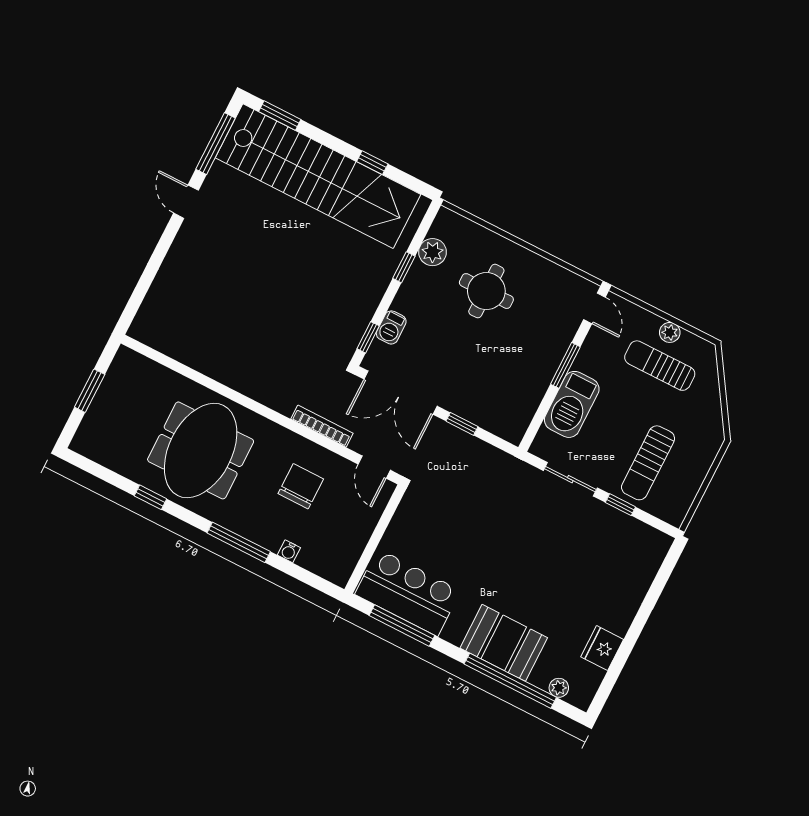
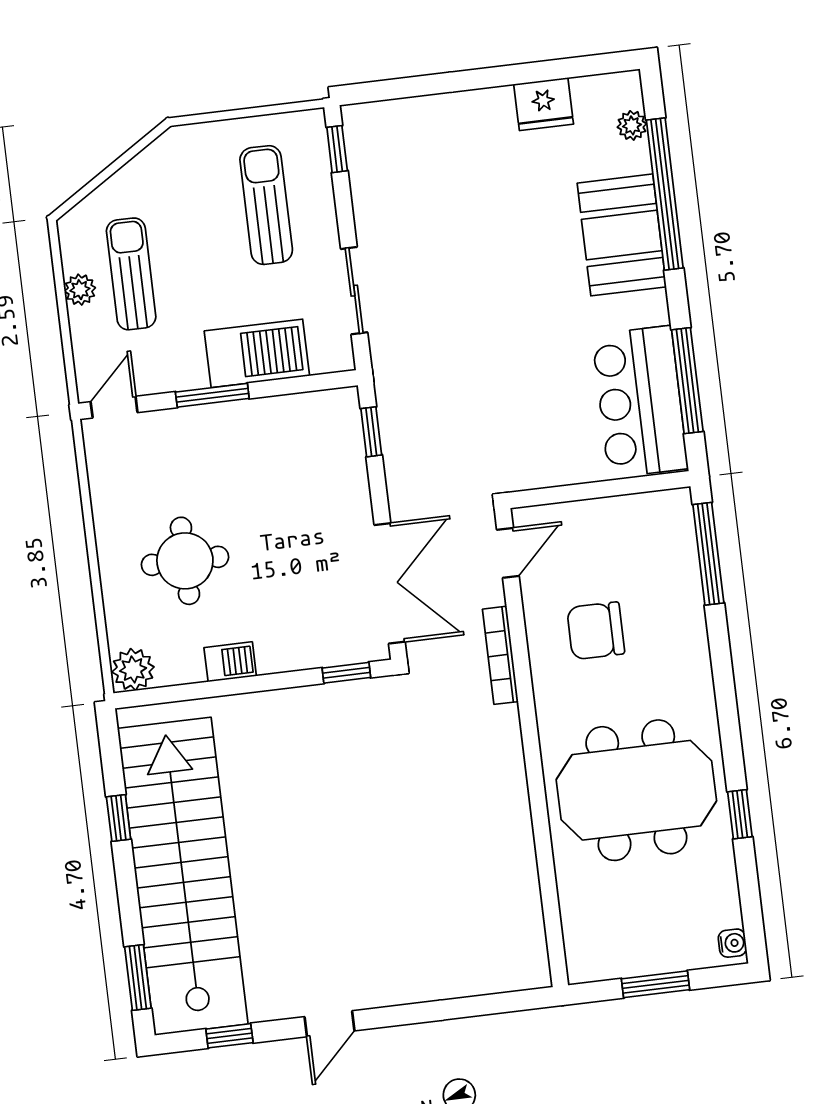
window: (216, 144) -> (229, 1036), width x0.46
plant: (433, 252) -> (133, 669), moved
window: (404, 267) -> (226, 687), removed
barbecue: (391, 327) -> (230, 662), moved
sun lounger: (660, 366) -> (131, 274), turned 180
window: (462, 424) -> (371, 432), moved
sun lounger: (648, 463) -> (266, 205), turned -90
window: (620, 505) -> (337, 149), moved
window: (239, 542) -> (708, 554), moved
water cooler: (289, 551) -> (732, 943), moved

